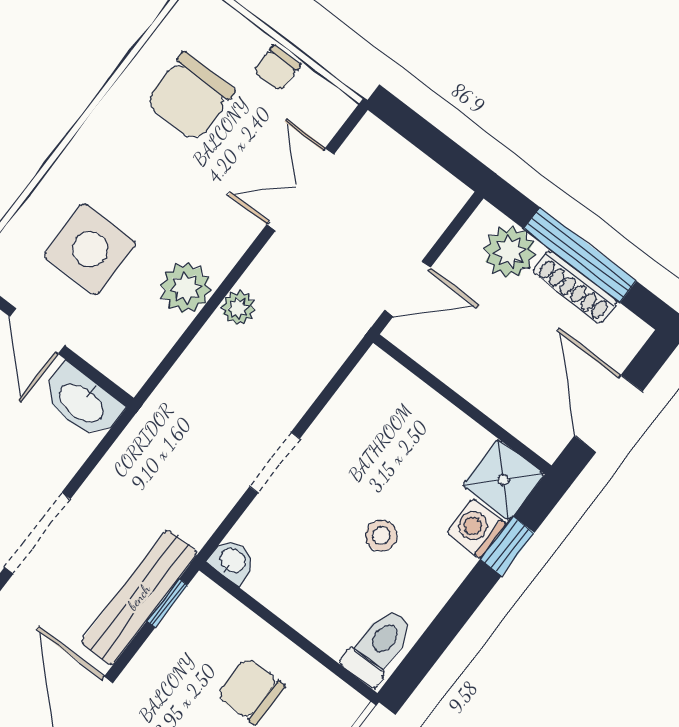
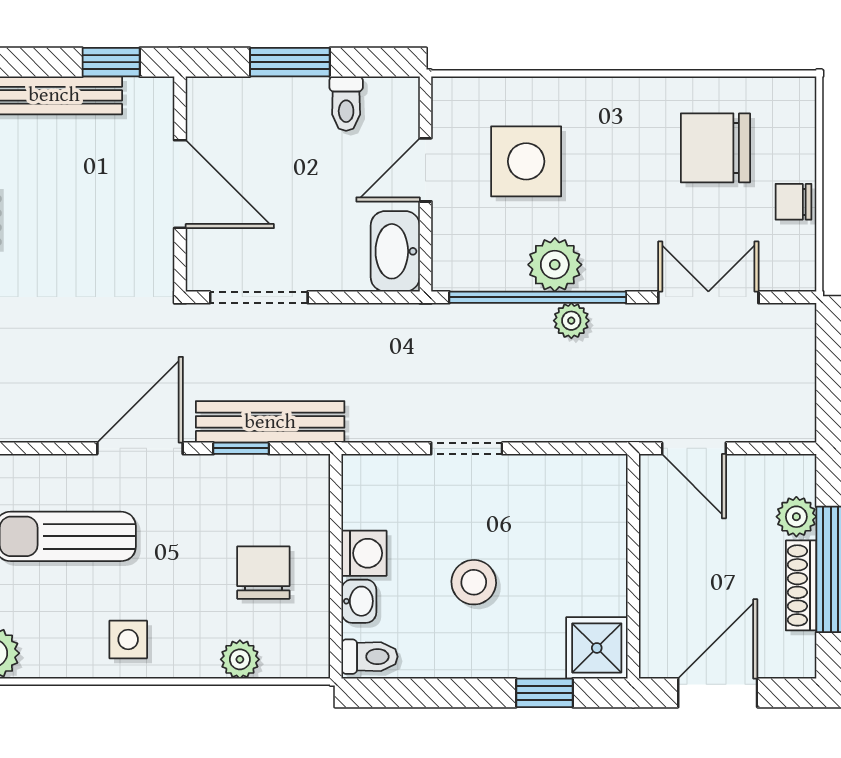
plant: (510, 252) -> (796, 517), width x0.73, depth x0.73
window: (200, 320) -> (538, 297), added
washing machine: (476, 528) -> (364, 553), moved, turned 90
stool: (381, 536) -> (474, 582), width x1.37, depth x1.37
washbasin: (232, 561) -> (359, 601), moved
window: (167, 603) -> (241, 448), moved
toilet: (379, 647) -> (370, 657), width x0.73, depth x0.72

